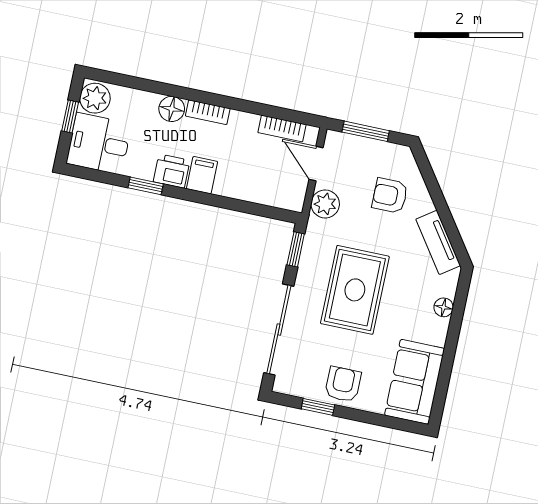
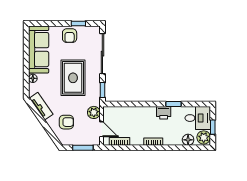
floor lamp: (172, 109) -> (188, 140), moved
filing cabinet: (202, 175) -> (150, 114), removed
sofa: (415, 382) -> (39, 50), width x1.36

